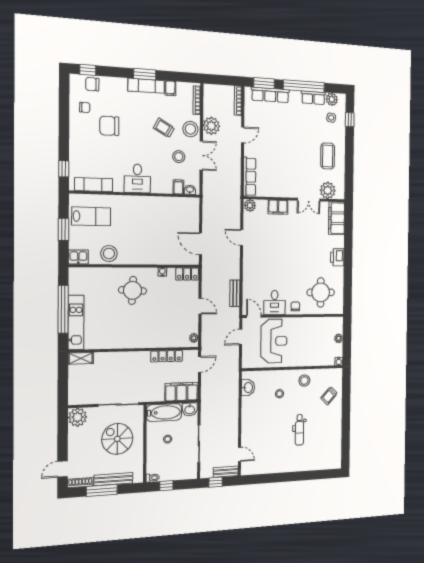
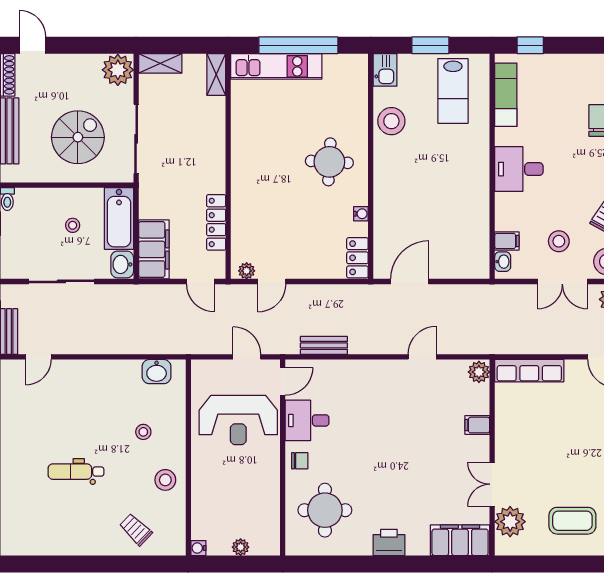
filing cabinet: (278, 207) -> (477, 425), width x0.50
door: (200, 306) -> (272, 281), moved
shelving: (74, 392) -> (160, 63), added

